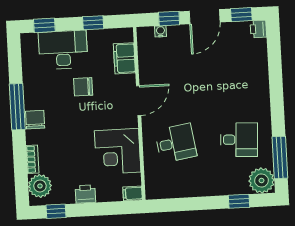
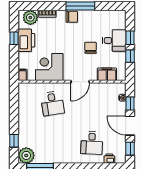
window: (44, 25) -> (130, 38), moved
printer: (258, 29) -> (109, 159), moved
desk: (63, 50) -> (114, 40), width x0.73
door: (139, 101) -> (80, 82), hinge flipped
desk: (239, 140) -> (92, 143), moved
printer: (85, 194) -> (26, 40), width x1.87, depth x1.48
window: (56, 211) -> (14, 38), moved

